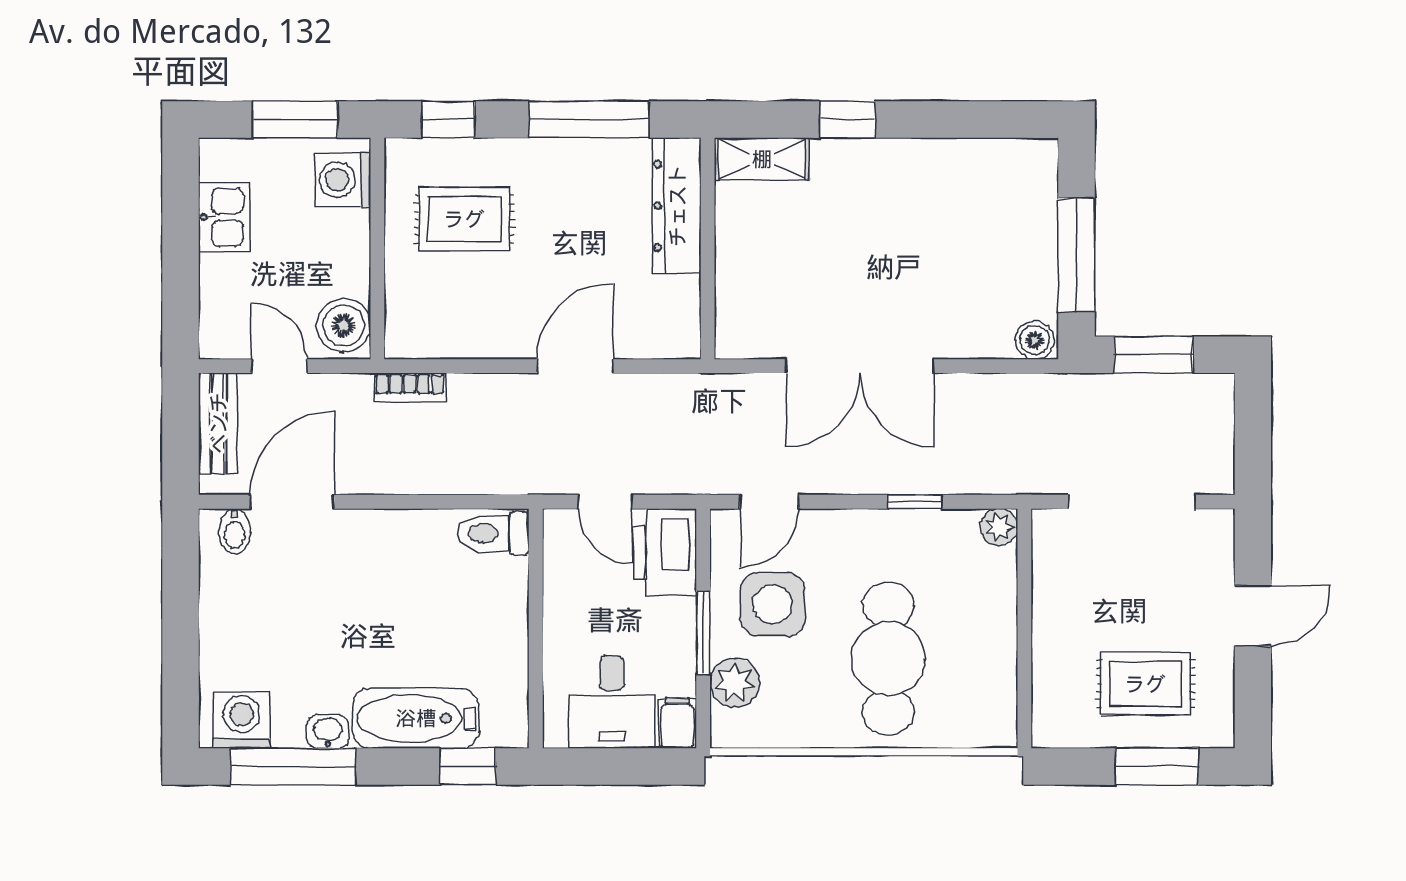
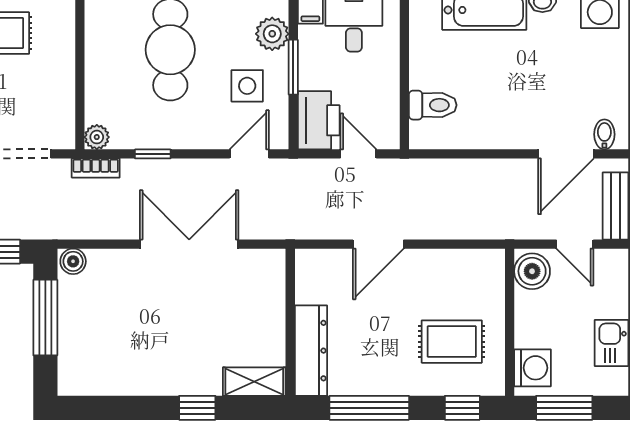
bookcase: (410, 387) -> (96, 168), moved, turned 180
toilet: (493, 533) -> (433, 105), moved
side table: (773, 604) -> (247, 86), width x0.73, depth x0.73

